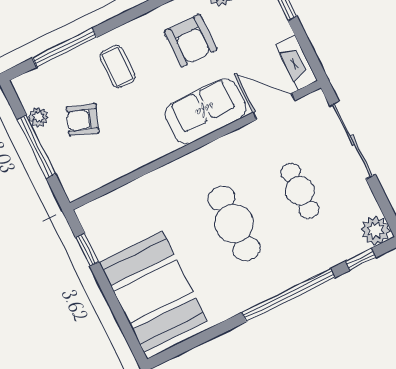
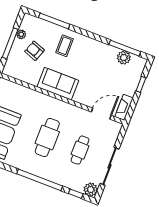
armchair: (191, 40) -> (97, 63), removed
door: (274, 106) -> (101, 114), hinge flipped
sofa: (205, 111) -> (58, 84), moved
sliding door: (353, 140) -> (109, 166), moved

